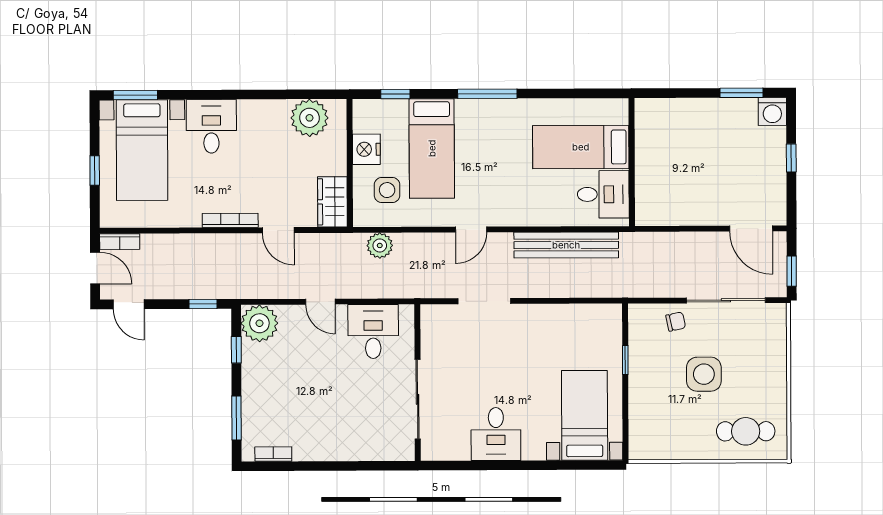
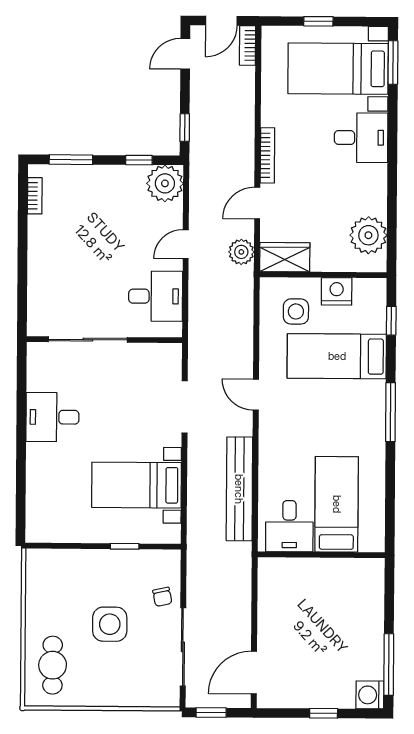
window: (741, 93) -> (389, 665), width x1.44
plant: (380, 245) -> (241, 252), moved
bed with nightstands: (585, 415) -> (137, 485), moved, turned 180

